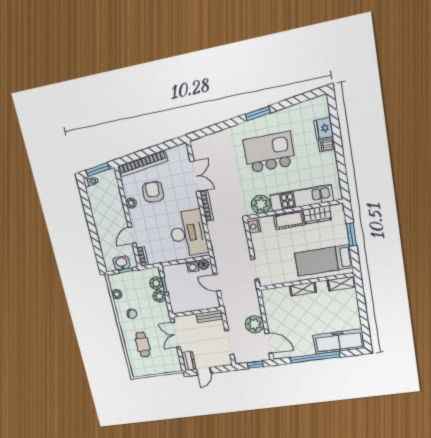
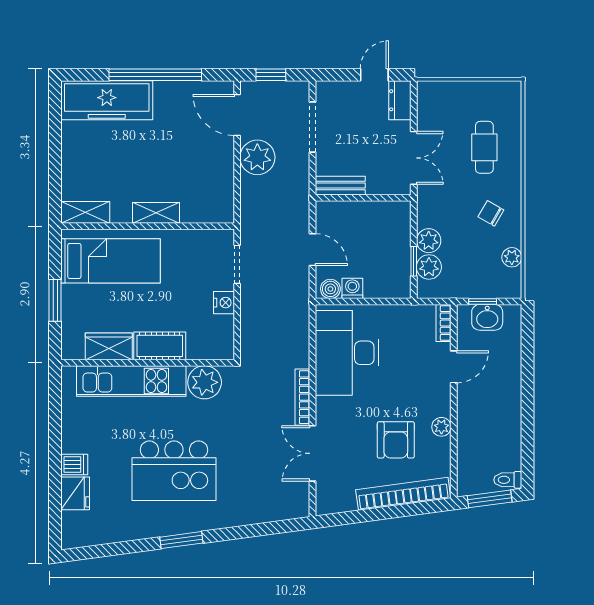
nightstand: (254, 226) -> (224, 303), moved

